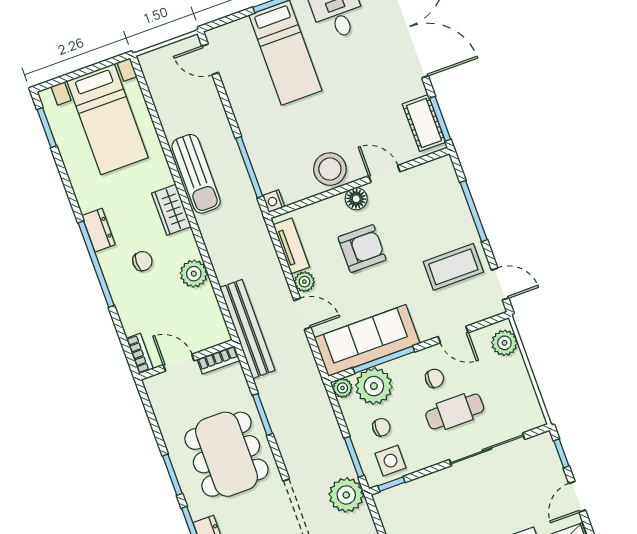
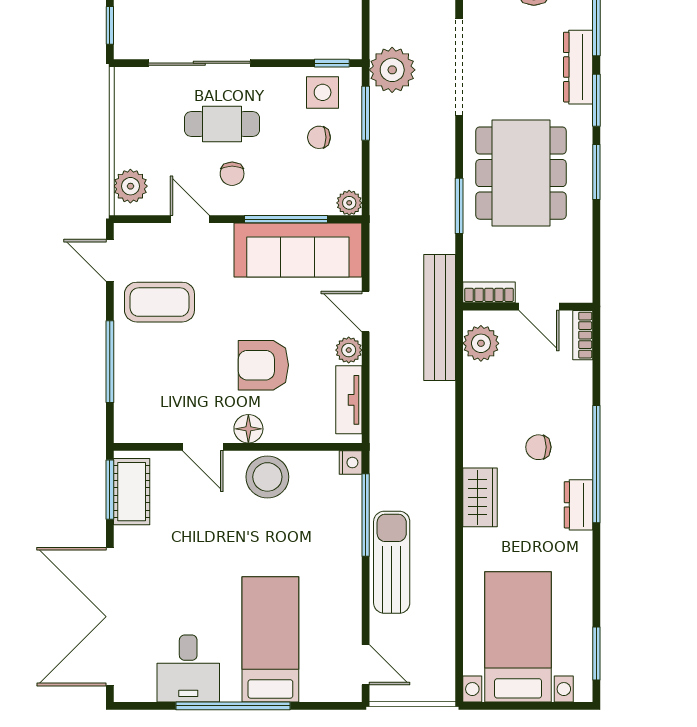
sun lounger: (196, 174) -> (392, 562), moved
plant: (194, 274) -> (481, 343), moved
chair: (435, 378) -> (232, 174), turned -90
plant: (374, 386) -> (310, 191), removed

